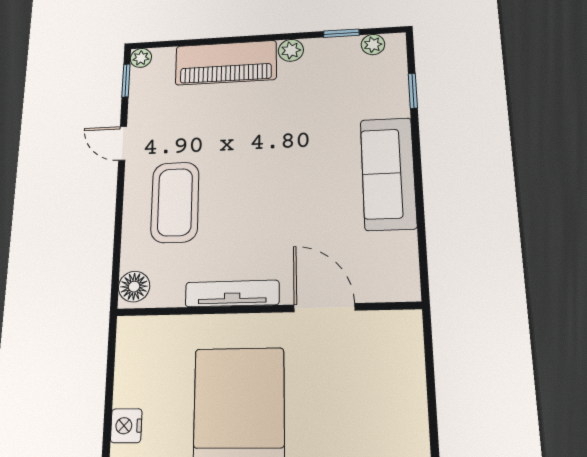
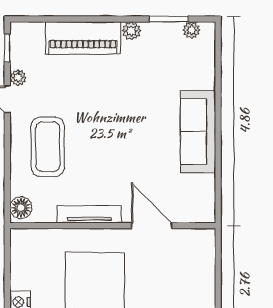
window: (341, 33) -> (169, 19), width x1.50
plant: (141, 58) -> (18, 78), moved
window: (413, 91) -> (218, 69), removed

